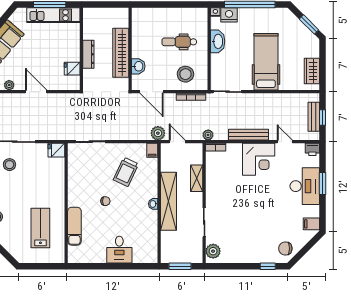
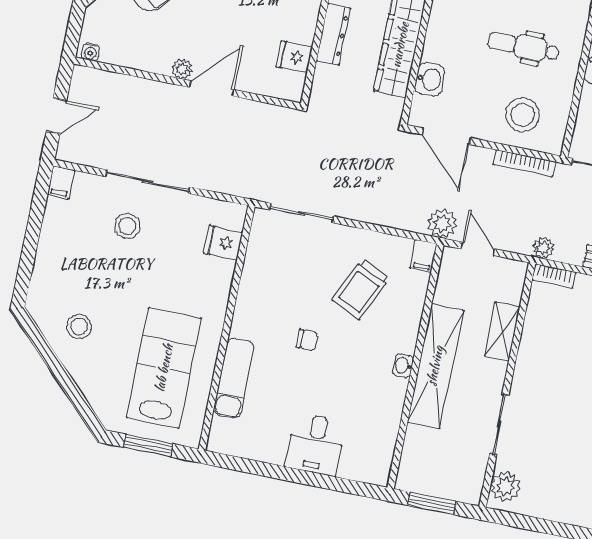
plant: (9, 85) -> (182, 69), moved
door: (36, 92) -> (212, 88), hinge flipped
fridge: (56, 150) -> (223, 243), moved
lab bench: (40, 228) -> (164, 368), width x1.36, depth x1.39
window: (40, 266) -> (148, 446), added

